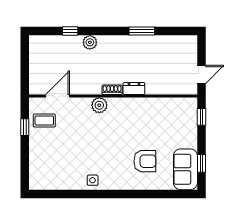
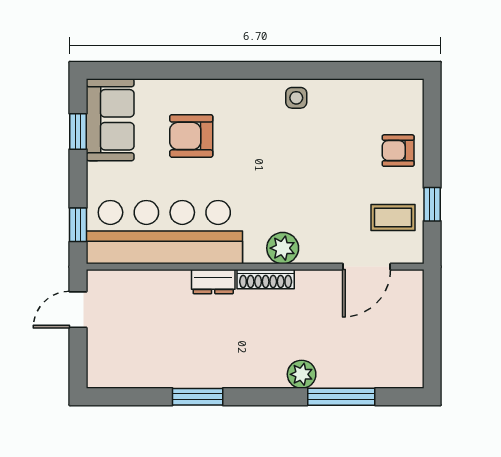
window: (70, 31) -> (341, 397), width x2.17
shoe rack: (112, 90) -> (266, 279), width x1.43
bar counter: (158, 113) -> (164, 232), added
armchair: (42, 154) -> (398, 151), added

